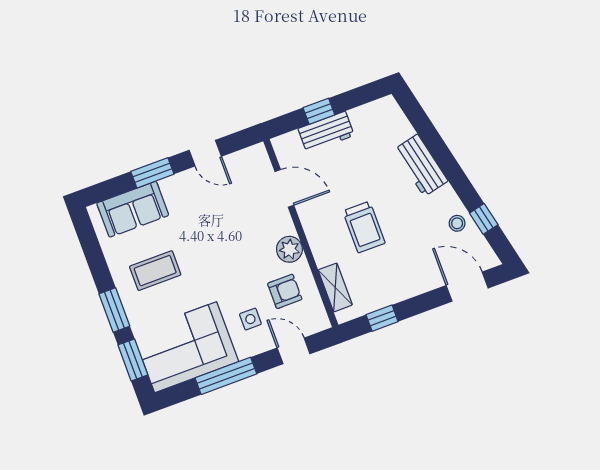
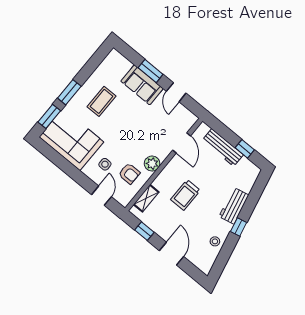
window: (319, 111) -> (245, 149), moved
workbench: (326, 132) -> (223, 148), width x1.37
sofa: (133, 209) -> (142, 85), moved
window: (484, 219) -> (239, 227), moved
coffee table: (155, 271) -> (102, 101), turned 90
door: (467, 287) -> (172, 254), moved
window: (226, 376) -> (69, 169), removed

